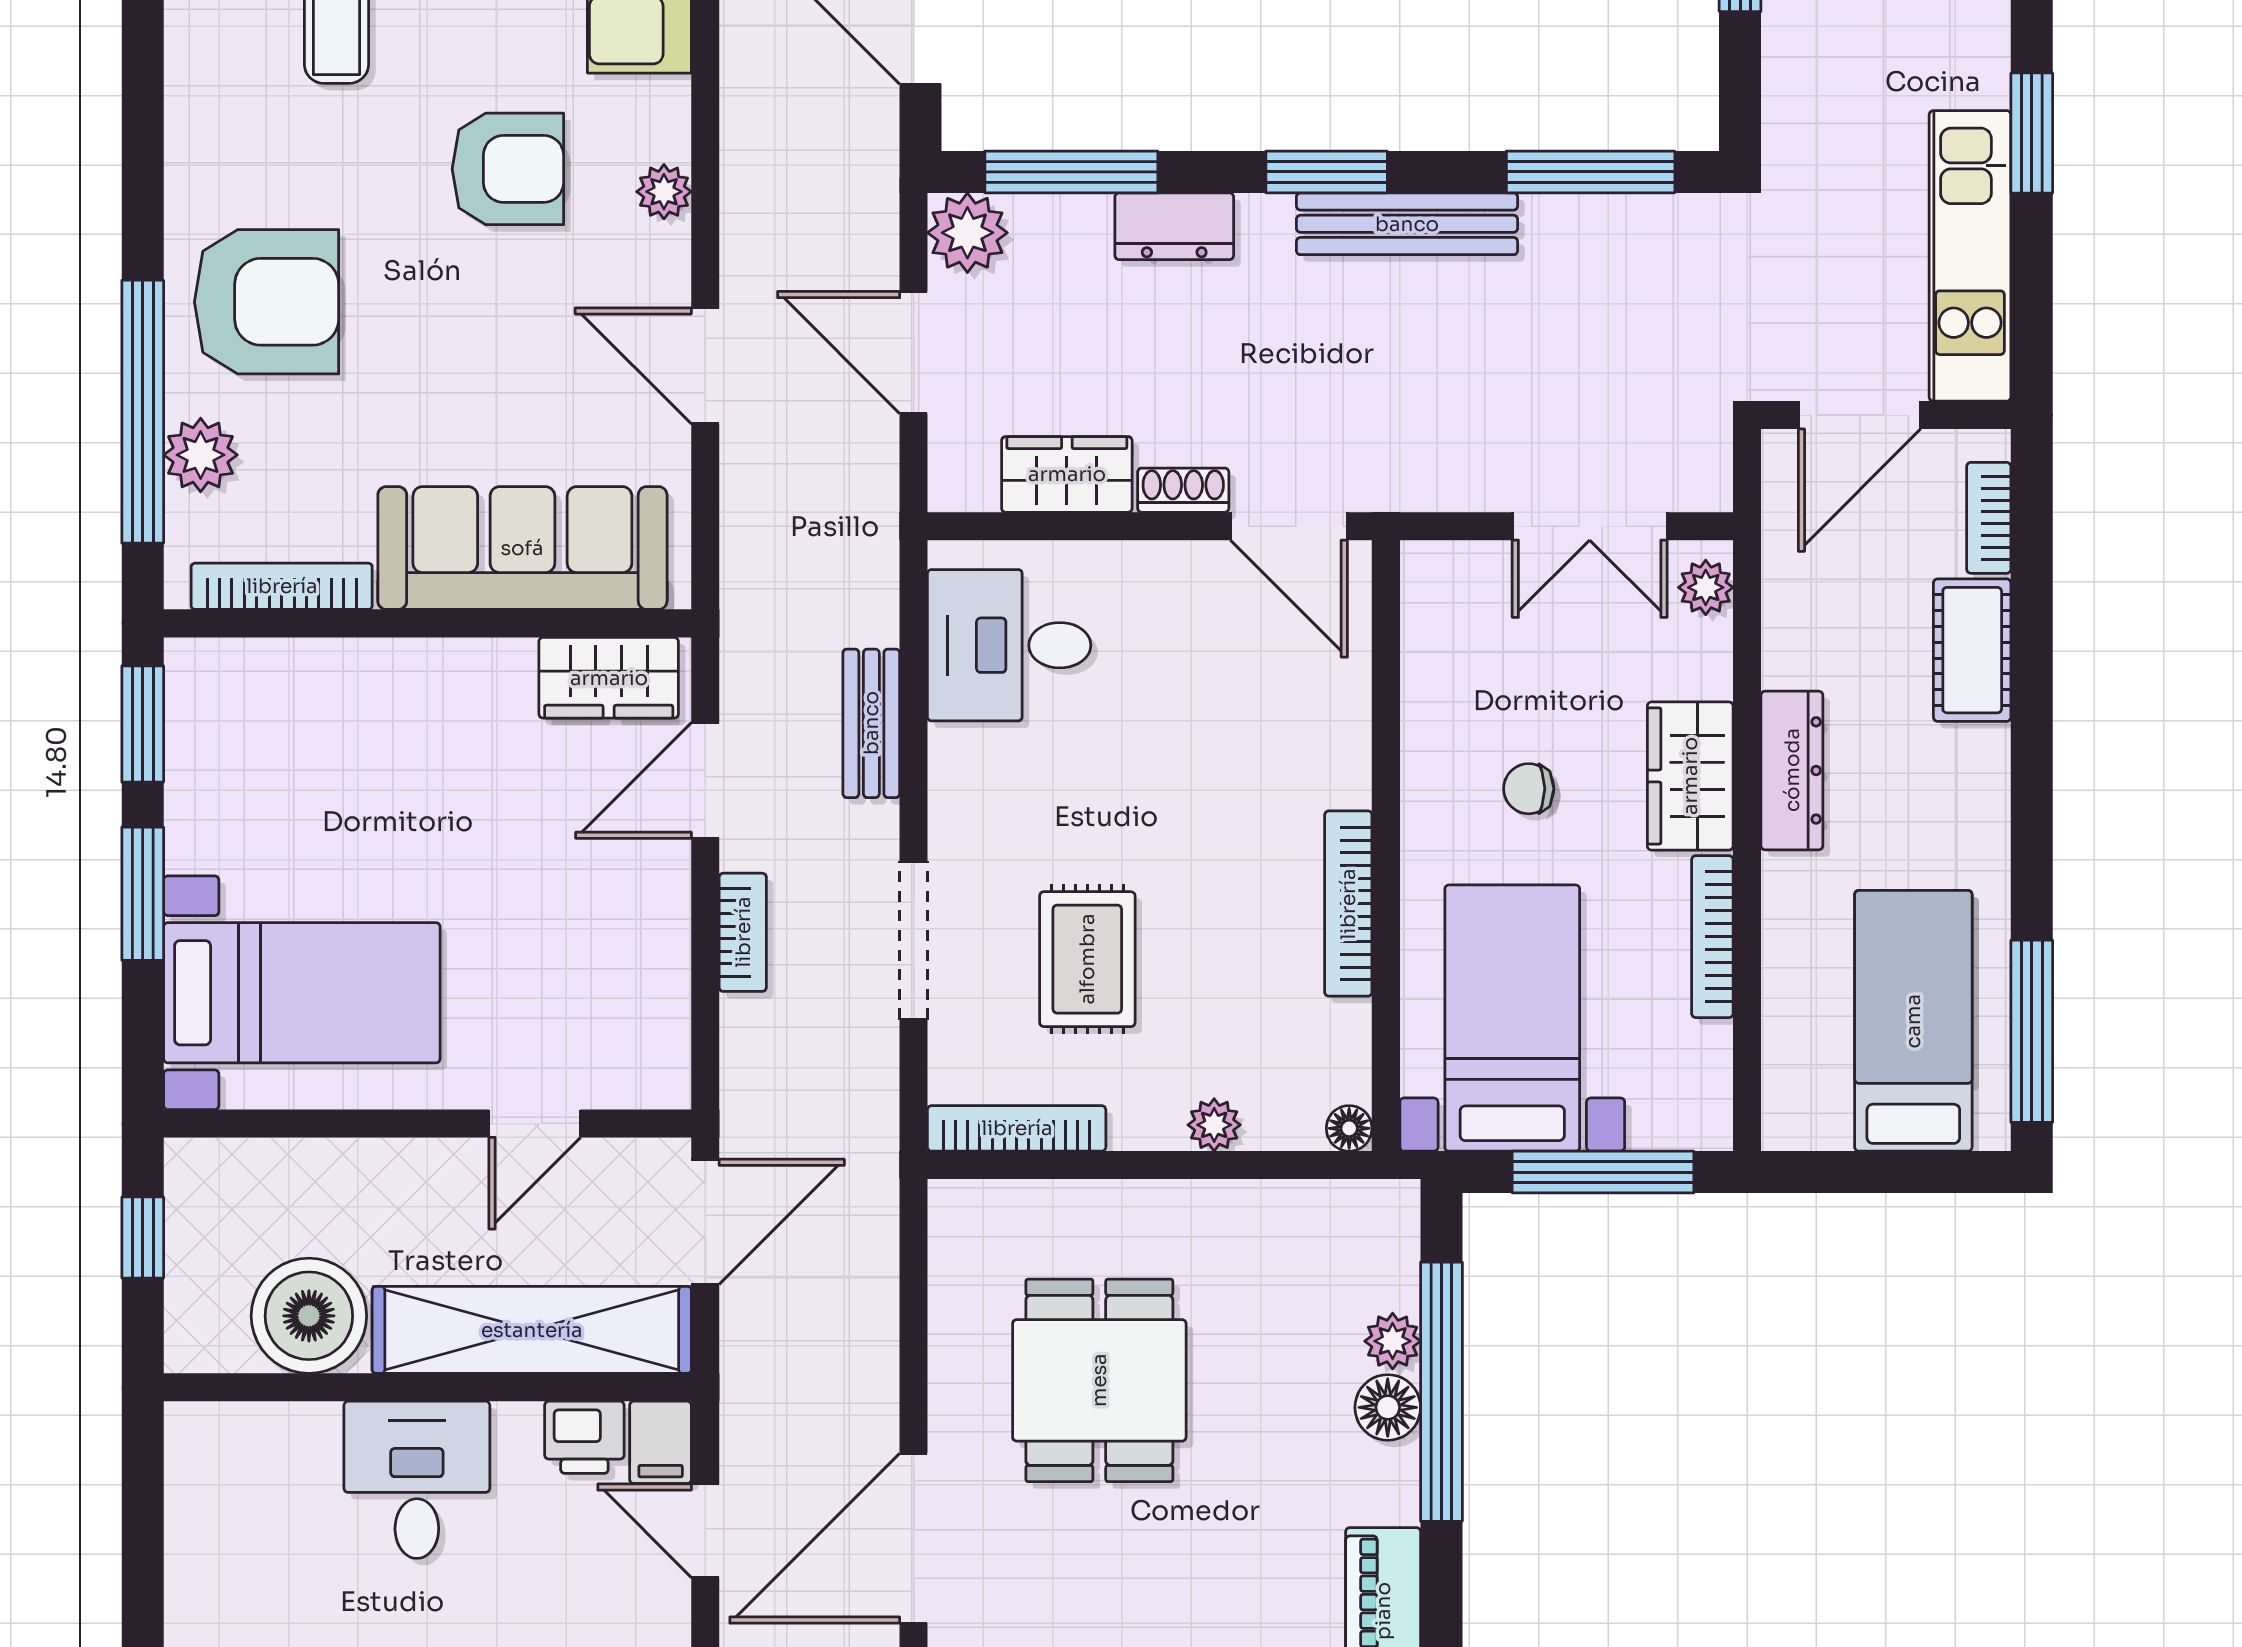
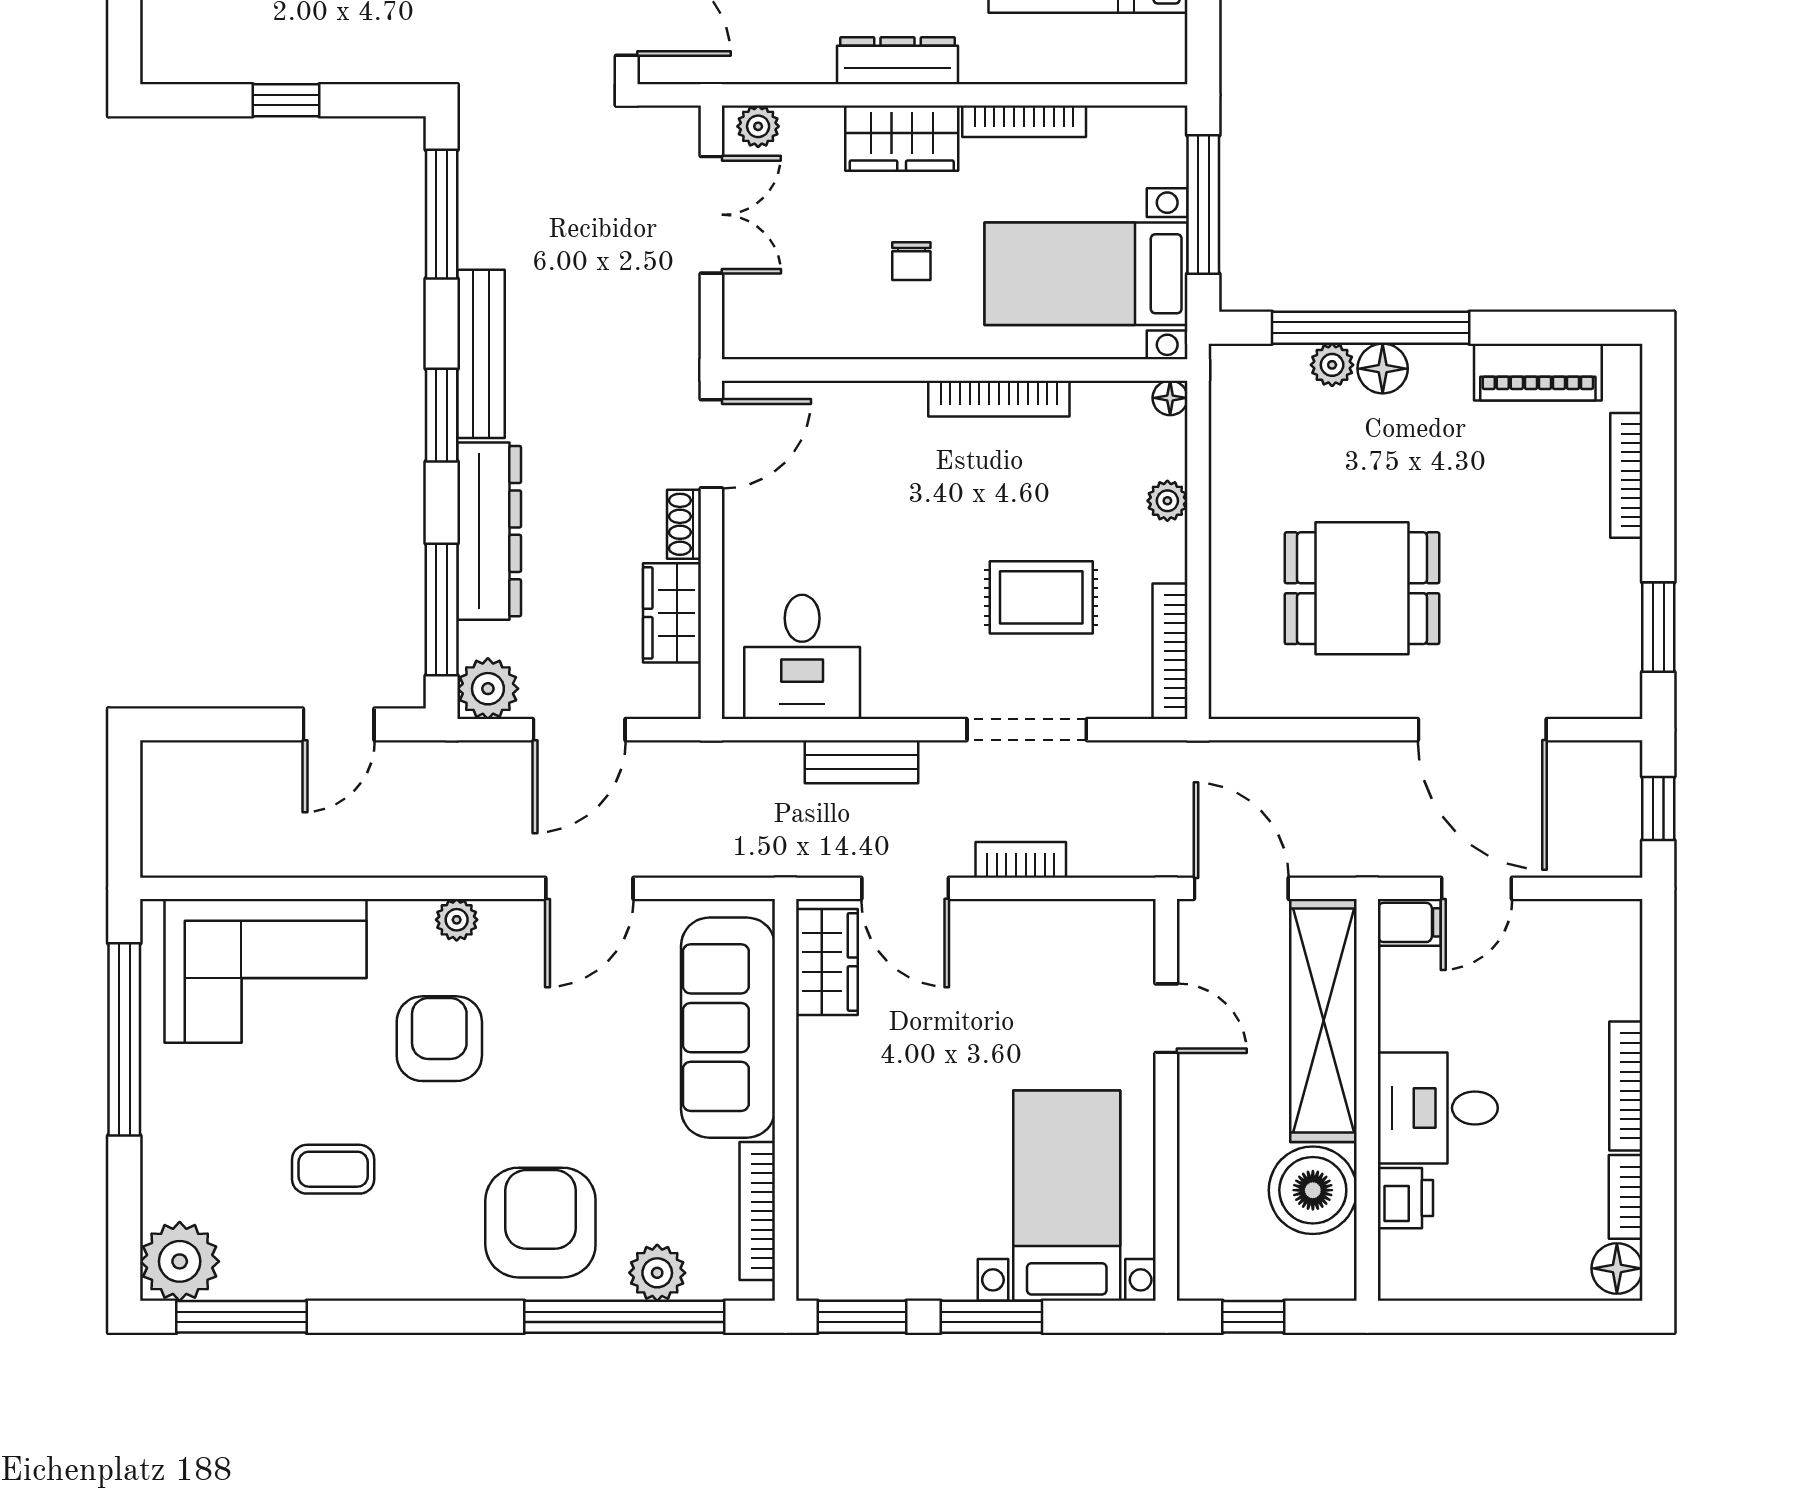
dresser: (1174, 226) -> (489, 531), width x1.96, depth x1.24
printer: (584, 1437) -> (1405, 1198), moved

